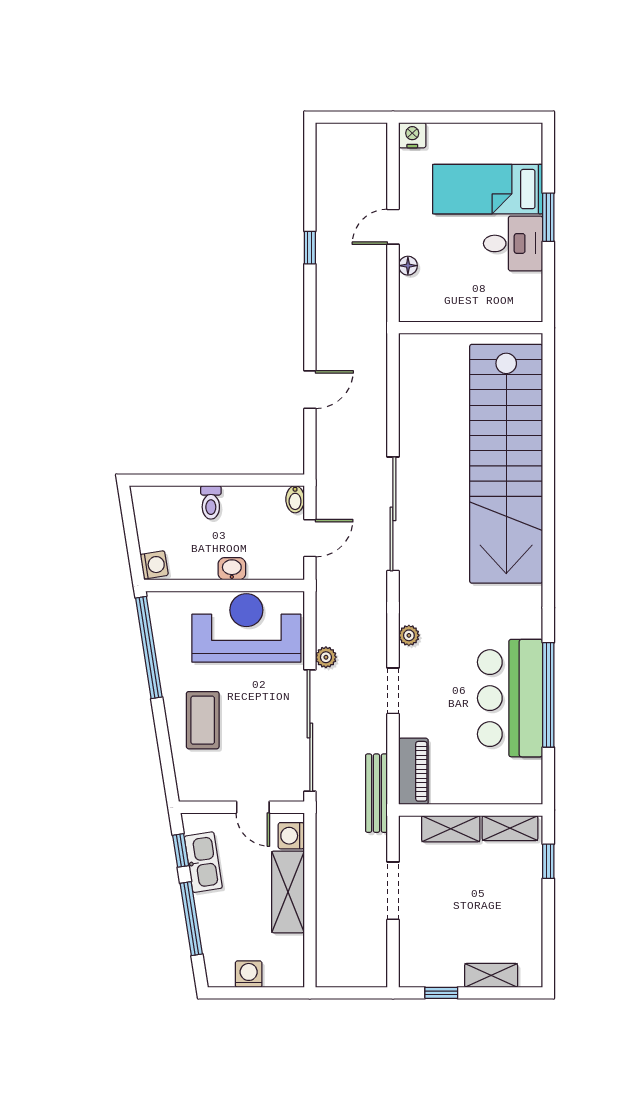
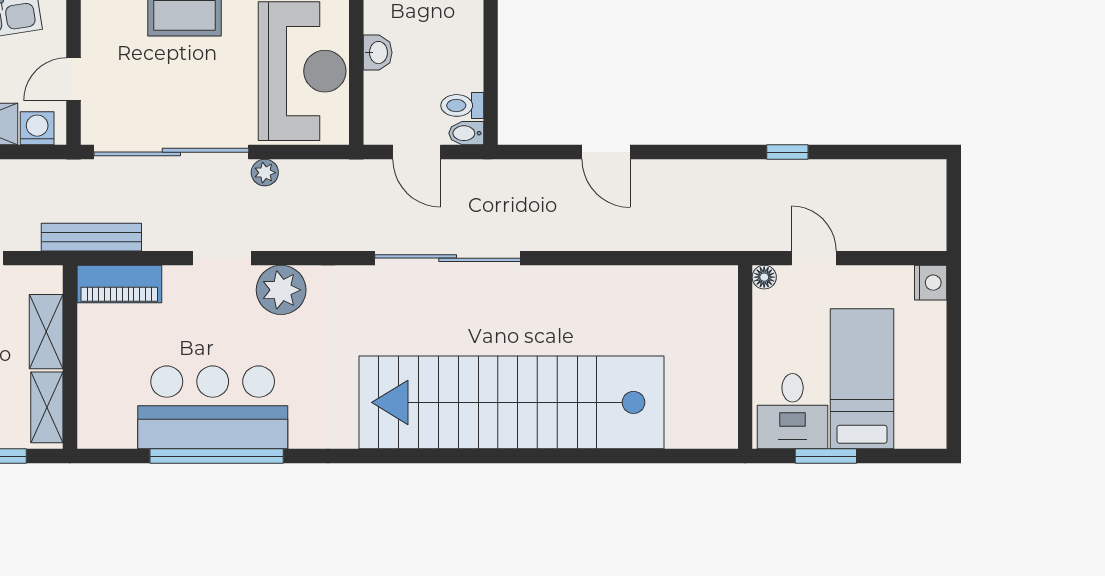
wall: (471, 328) -> (745, 357), moved
toilet: (211, 502) -> (462, 105), moved
plant: (409, 635) -> (281, 290), width x1.87, depth x1.87

